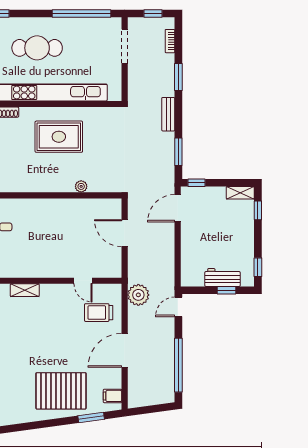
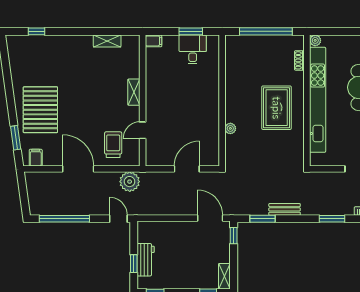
bench: (168, 114) -> (285, 209), moved
shelving: (25, 290) -> (134, 92), moved

